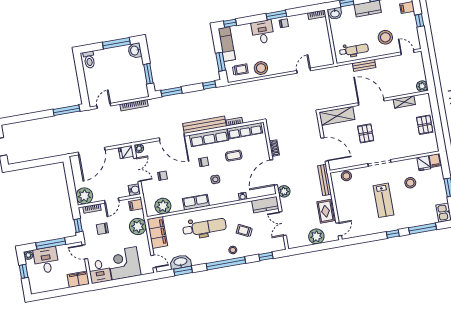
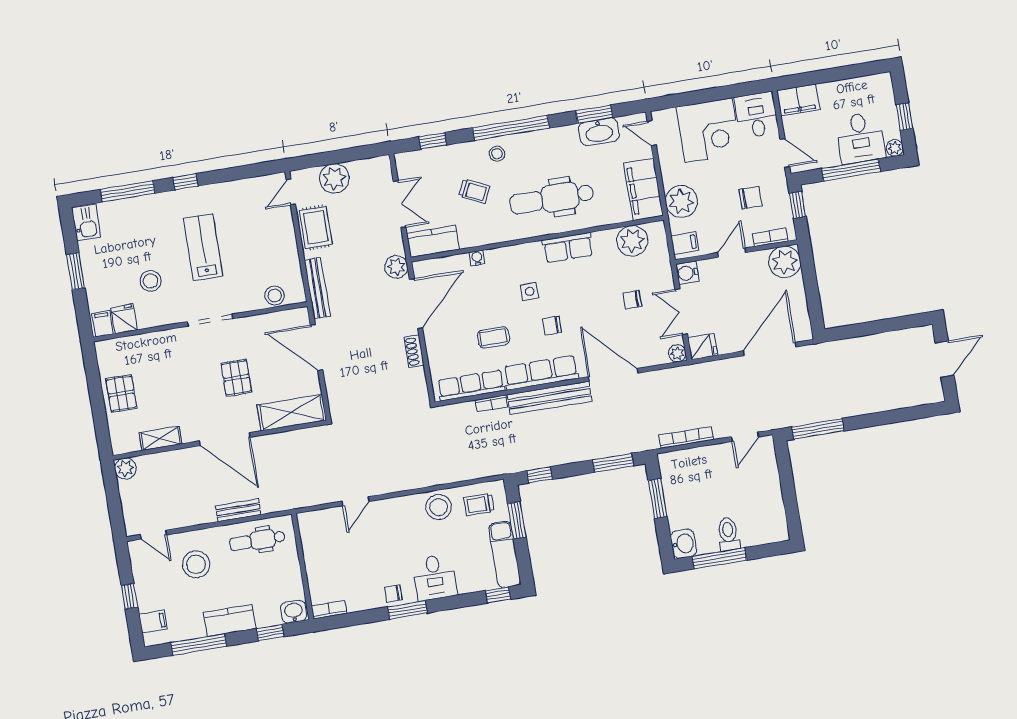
toilet: (89, 60) -> (728, 534), moved

